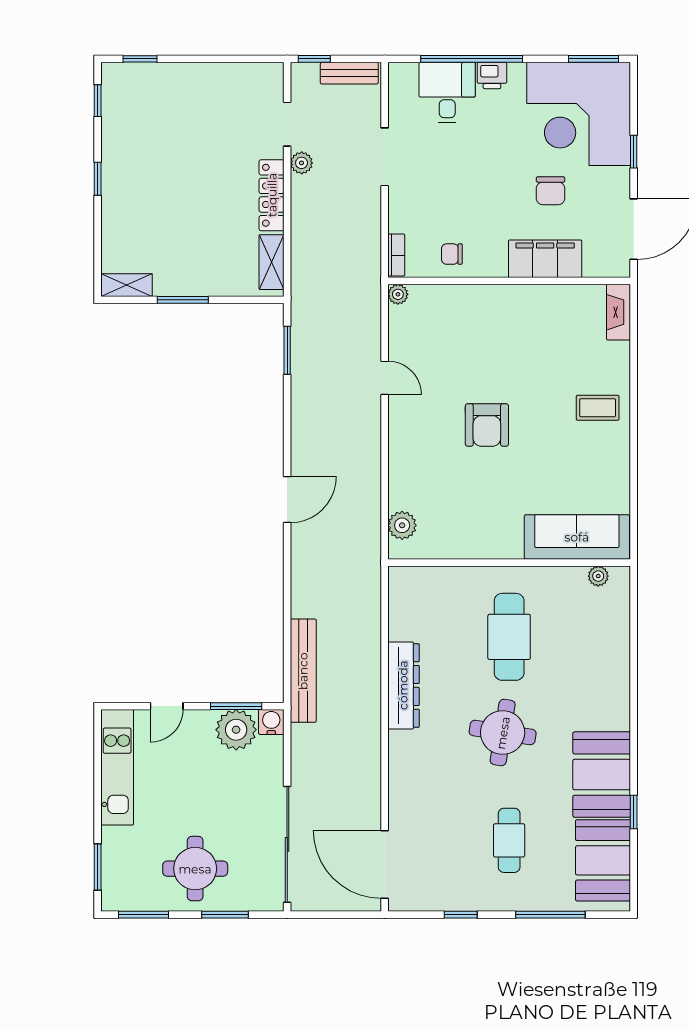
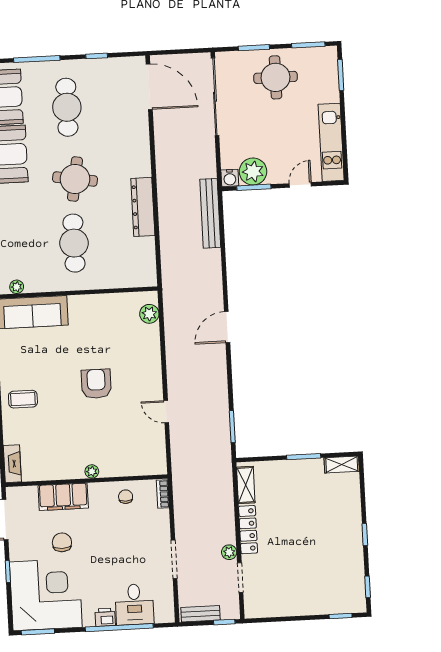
chair: (452, 254) -> (126, 497), turned -90
plant: (398, 294) -> (92, 471), moved
cafe table: (509, 840) -> (67, 107), width x1.37, depth x1.35

